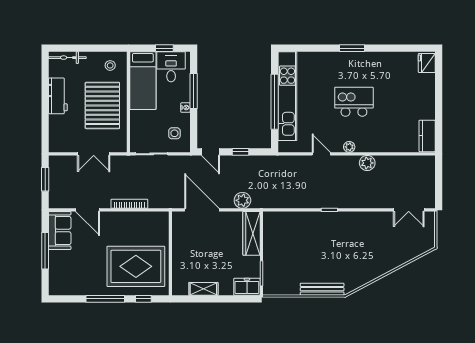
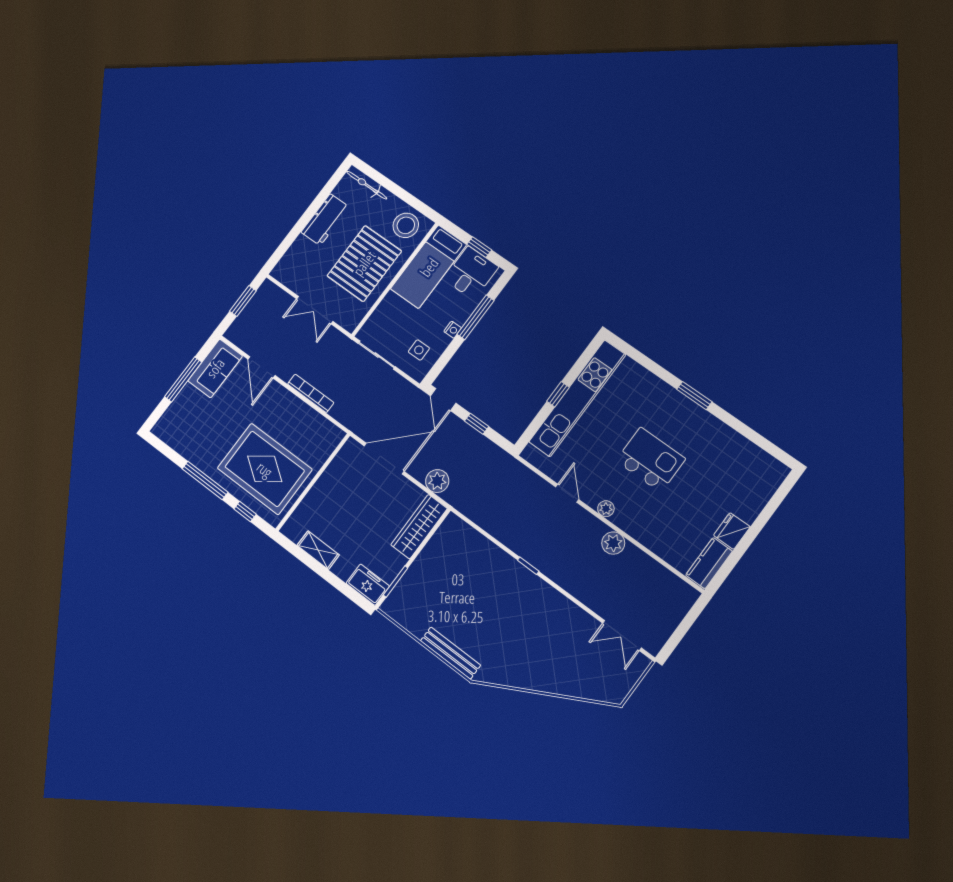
fridge: (427, 63) -> (732, 531), moved
stool: (110, 65) -> (406, 225), width x1.89, depth x1.89
window: (275, 102) -> (558, 394), width x0.32
door: (202, 210) -> (384, 459), hinge flipped

